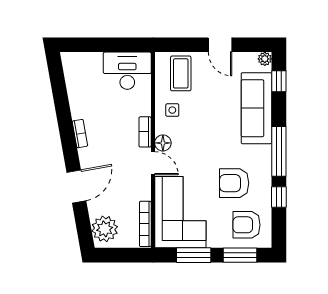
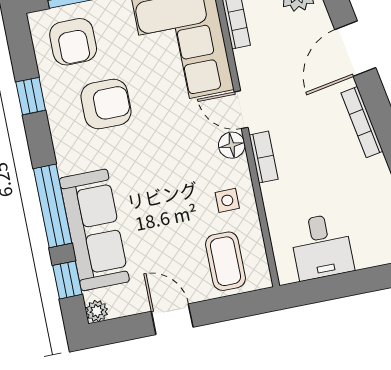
desk: (127, 71) -> (322, 247), width x0.73
bookcase: (80, 134) -> (362, 122), width x1.56
window: (279, 151) -> (53, 206), moved
armchair: (247, 225) -> (73, 42), turned 90

